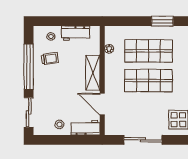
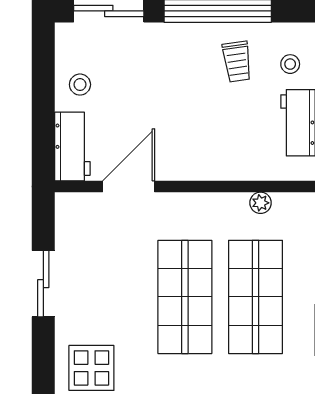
shelving: (93, 73) -> (204, 164), removed
sliding door: (143, 140) -> (43, 284), width x0.73

